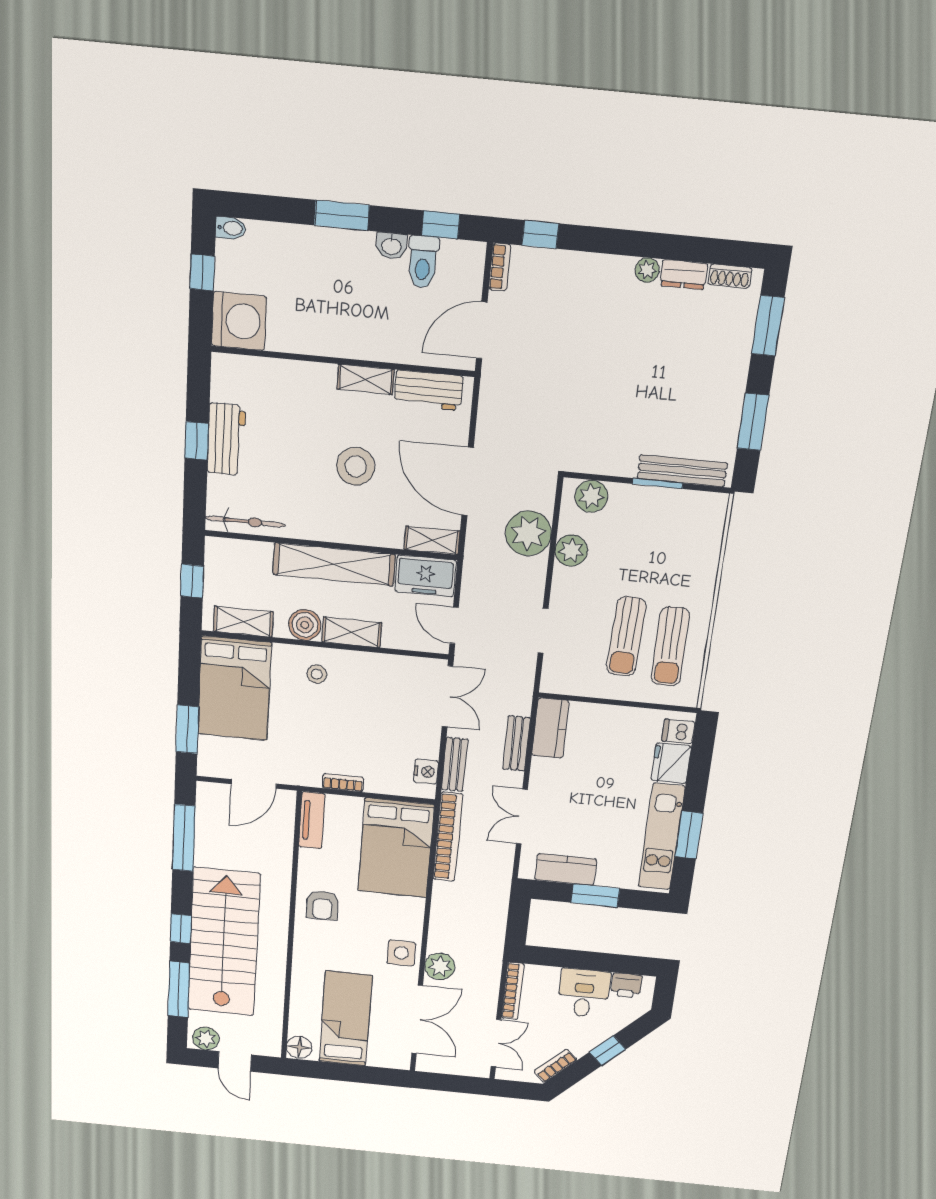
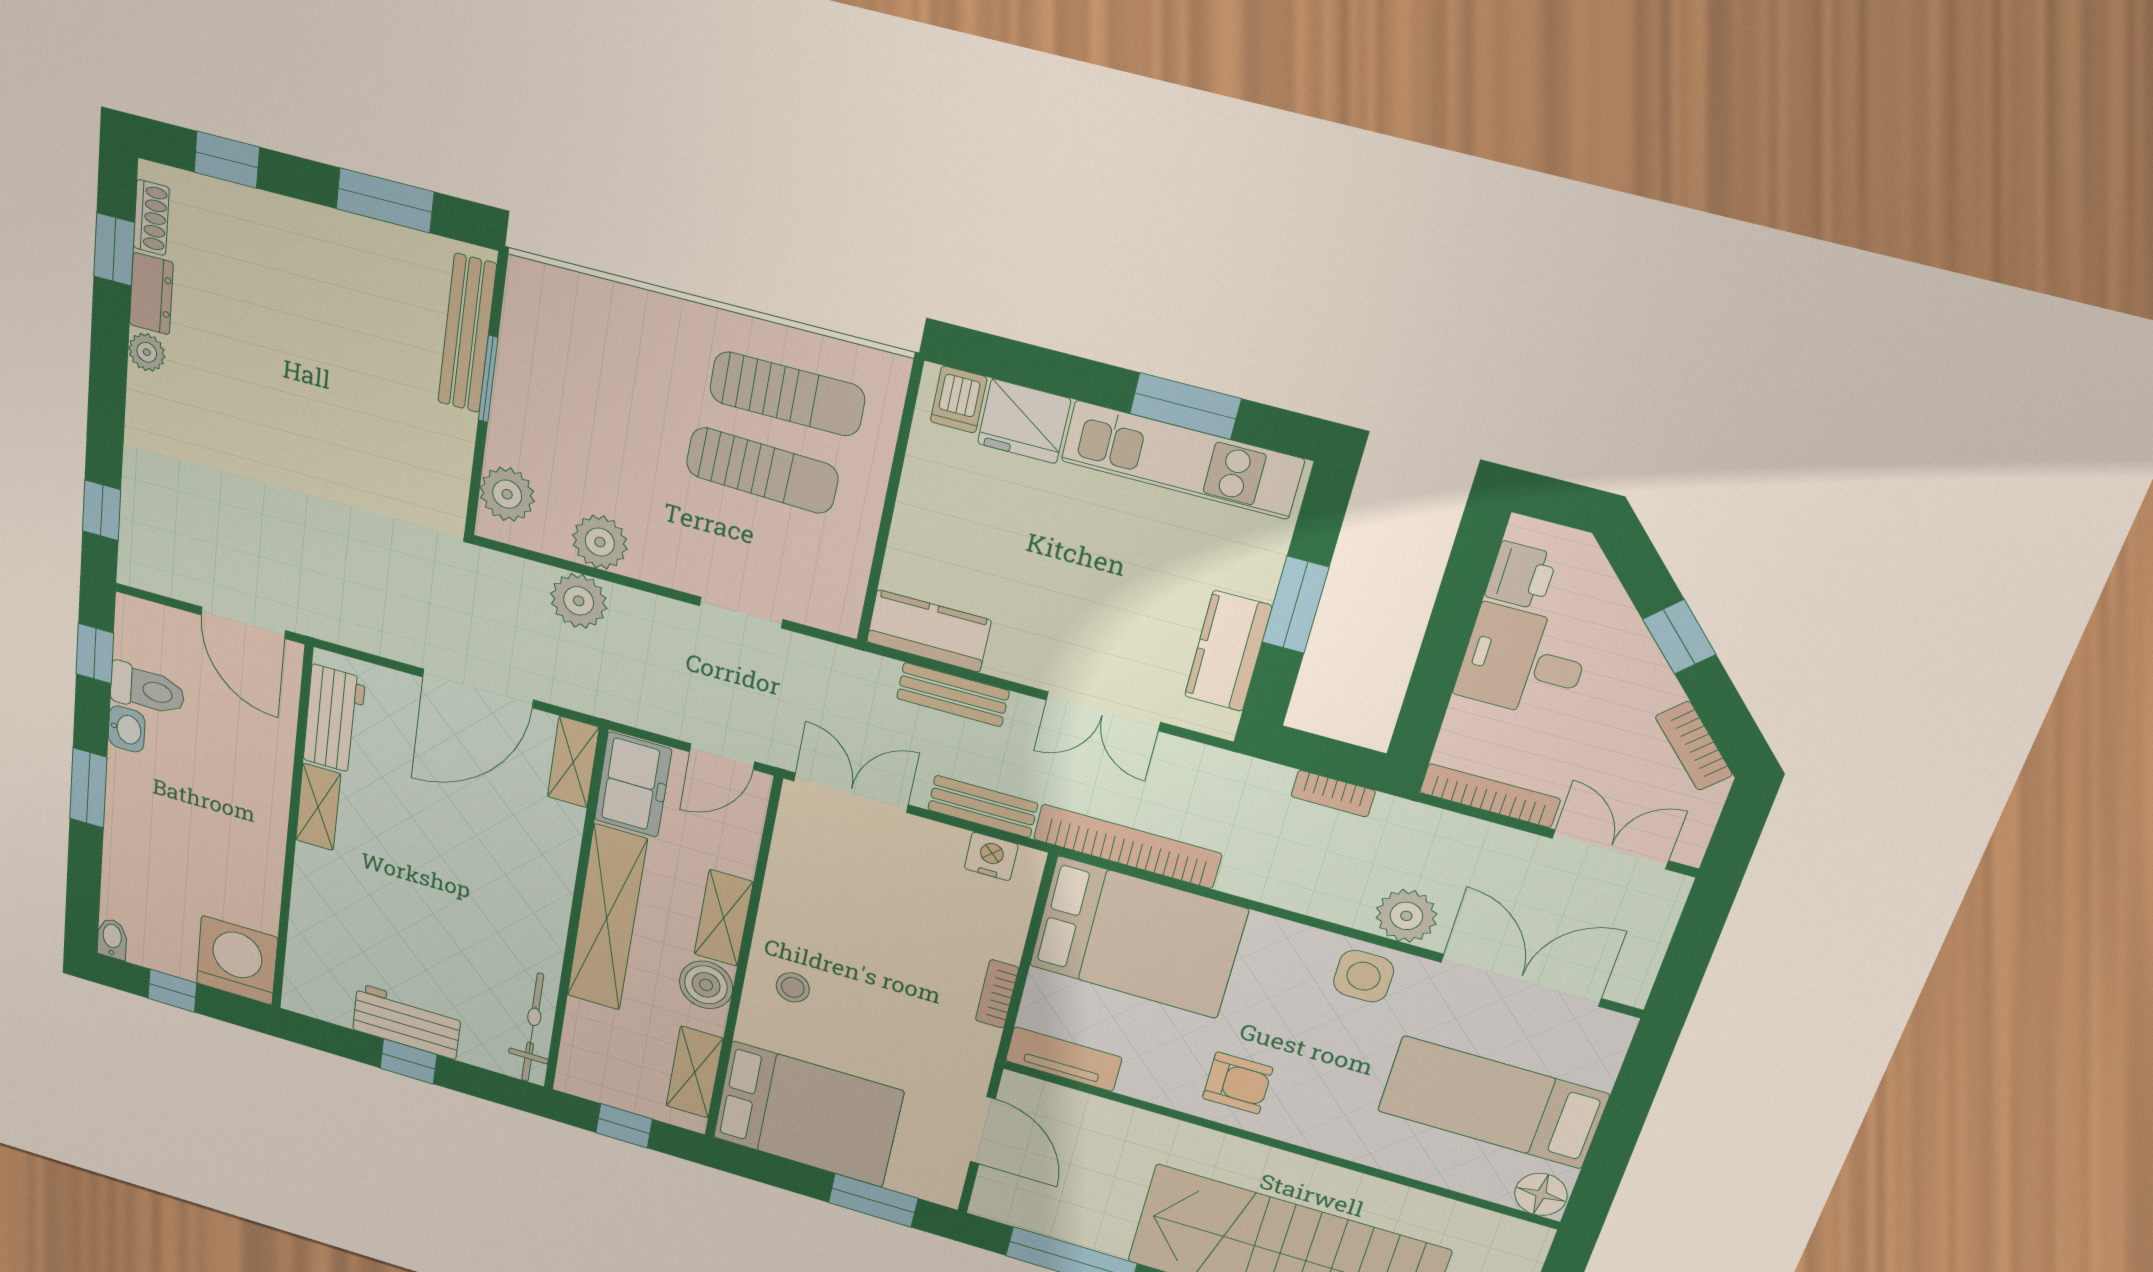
window: (708, 251) -> (114, 249), added
bookcase: (500, 267) -> (1333, 794), moved, turned 180
window: (768, 326) -> (227, 160), width x0.67
stool: (356, 466) -> (450, 851), removed
plant: (528, 533) -> (579, 601), width x0.73, depth x0.73

